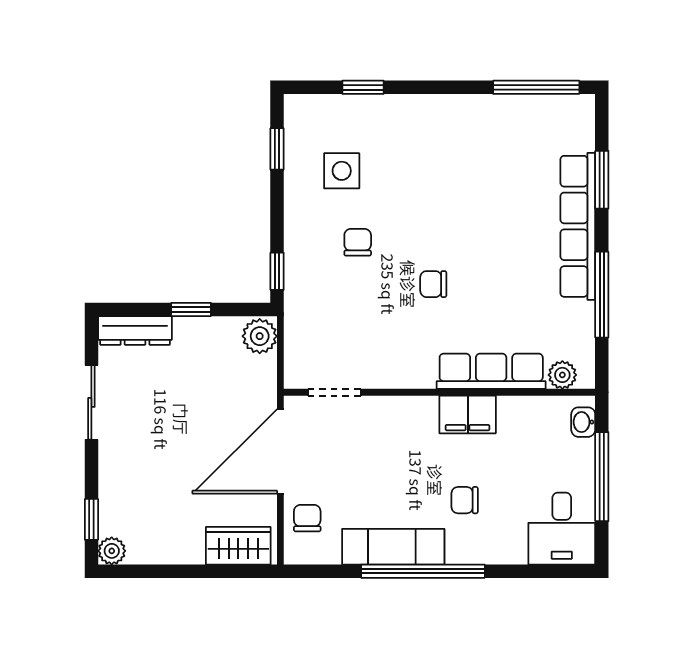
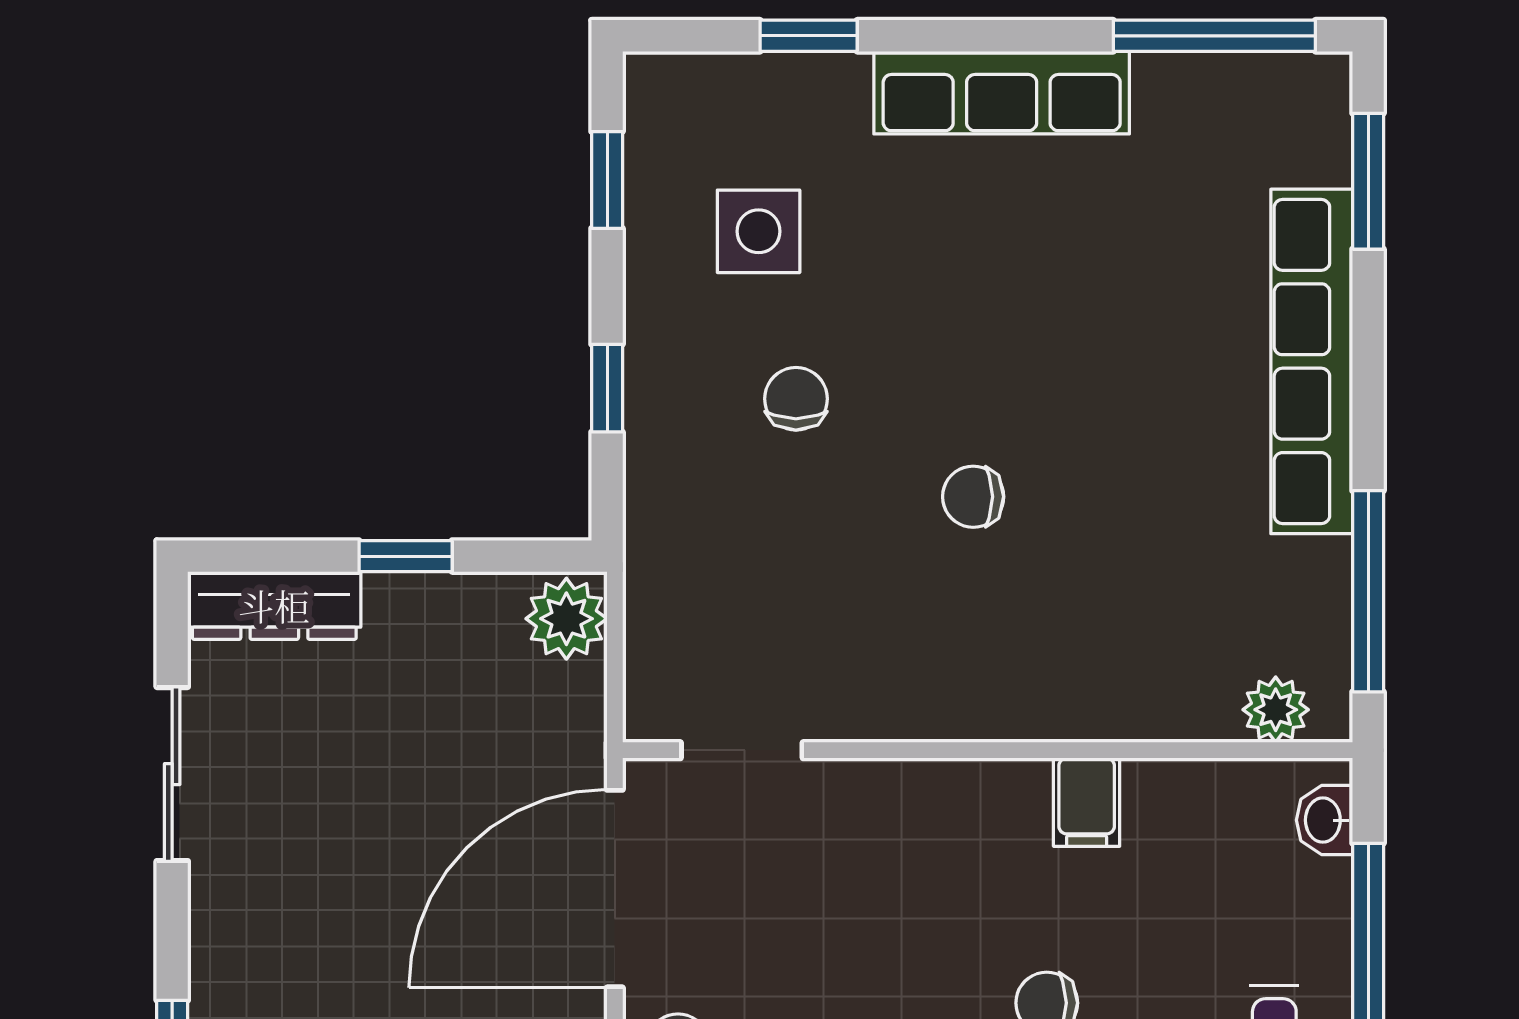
window: (602, 180) -> (1368, 181), moved
window: (277, 271) -> (607, 388), moved
window: (602, 295) -> (1368, 591), moved
row of seats: (491, 371) -> (1002, 93), moved, turned 180
filing cabinet: (468, 414) -> (1087, 802), width x0.50

